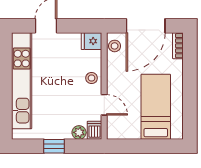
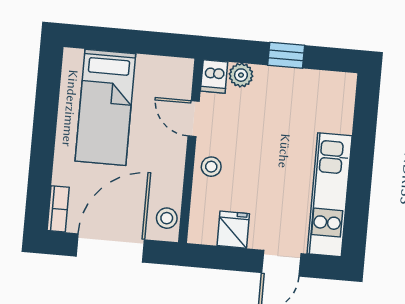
fridge: (91, 41) -> (233, 230), moved, turned -90
kitchen unit: (22, 81) -> (330, 195), width x0.73

